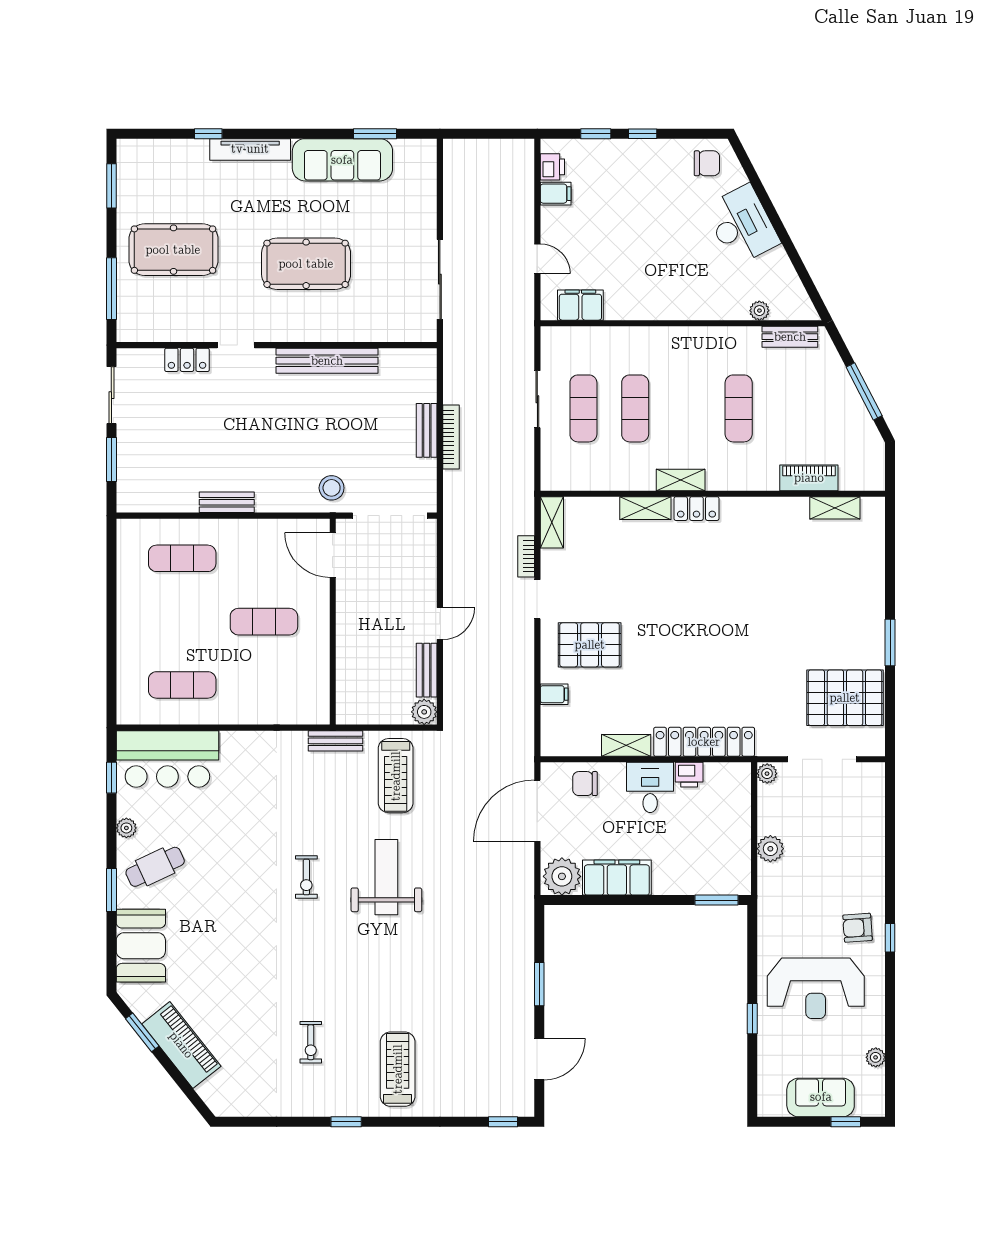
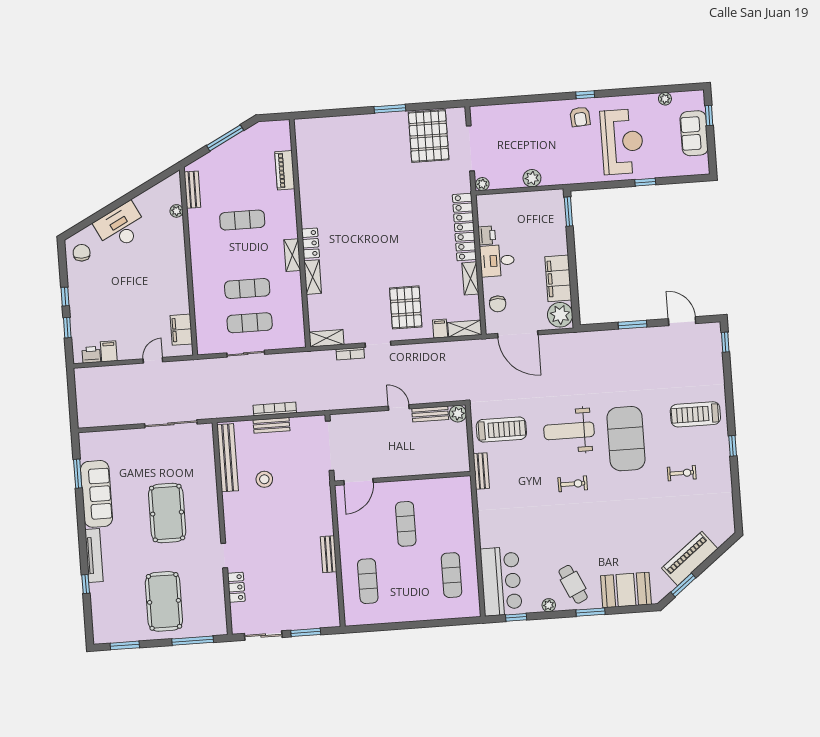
bench: (327, 361) -> (228, 458), moved
stool: (332, 488) -> (264, 479), moved
shelving: (835, 508) -> (465, 329), moved, turned 90
exercise mat: (369, 962) -> (626, 439), added

